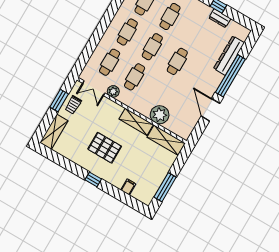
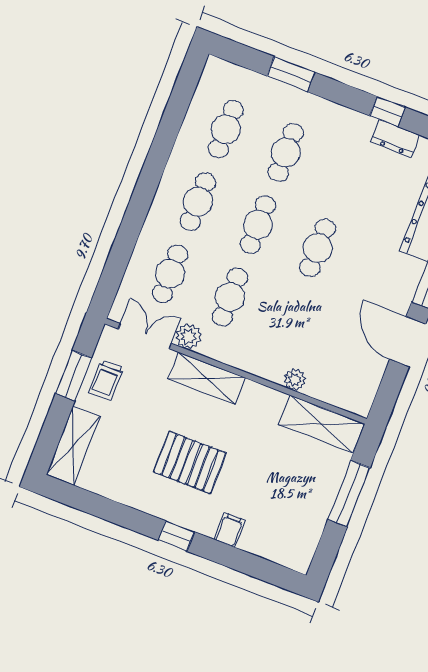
double door: (94, 88) -> (145, 336), swing flipped
plant: (160, 115) -> (295, 380), width x0.53, depth x0.53
shelving: (136, 122) -> (207, 378), moved
filing cabinet: (128, 187) -> (229, 530), moved
window: (165, 187) -> (349, 494), moved

